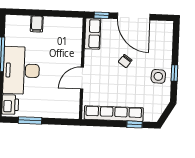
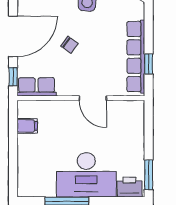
filing cabinet: (37, 24) -> (27, 126), moved
window: (30, 120) -> (149, 175), moved
window: (134, 124) -> (149, 64), moved

